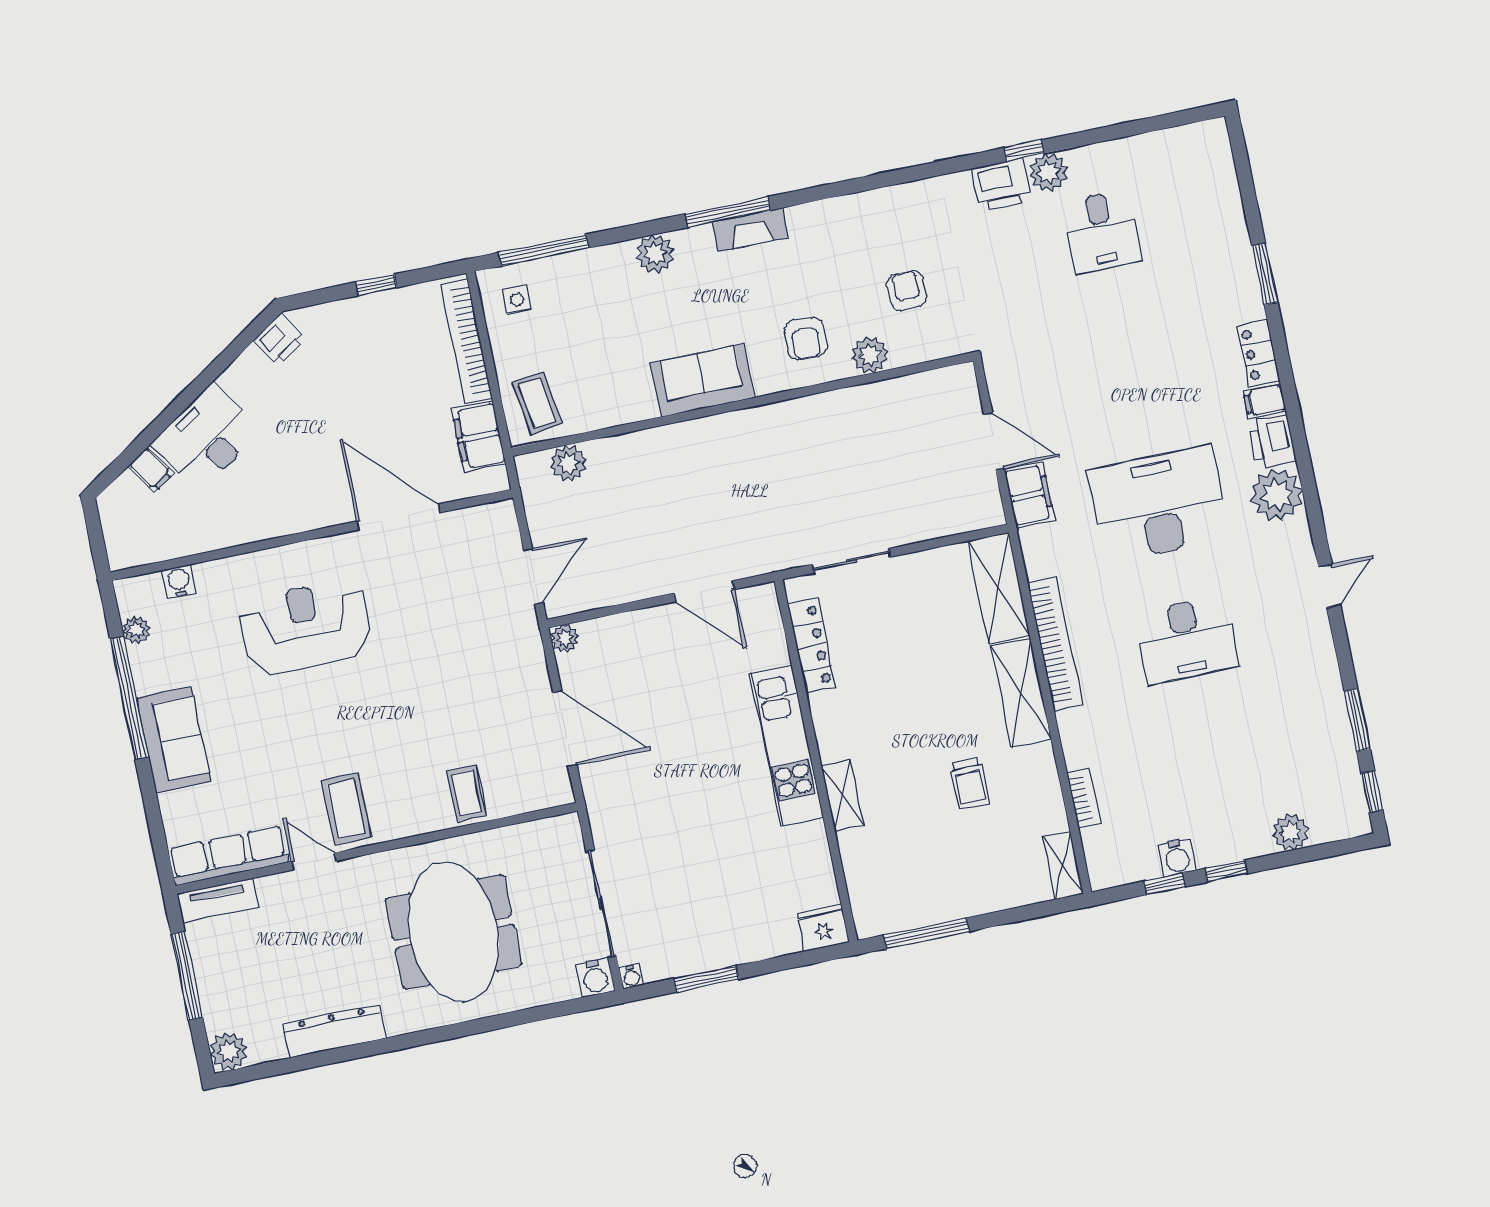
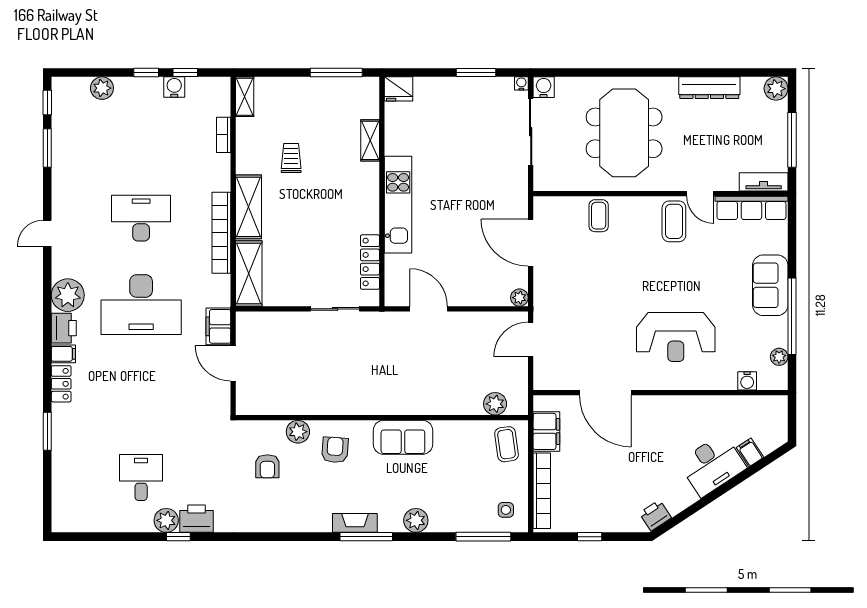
shelving: (842, 795) -> (370, 140), moved

